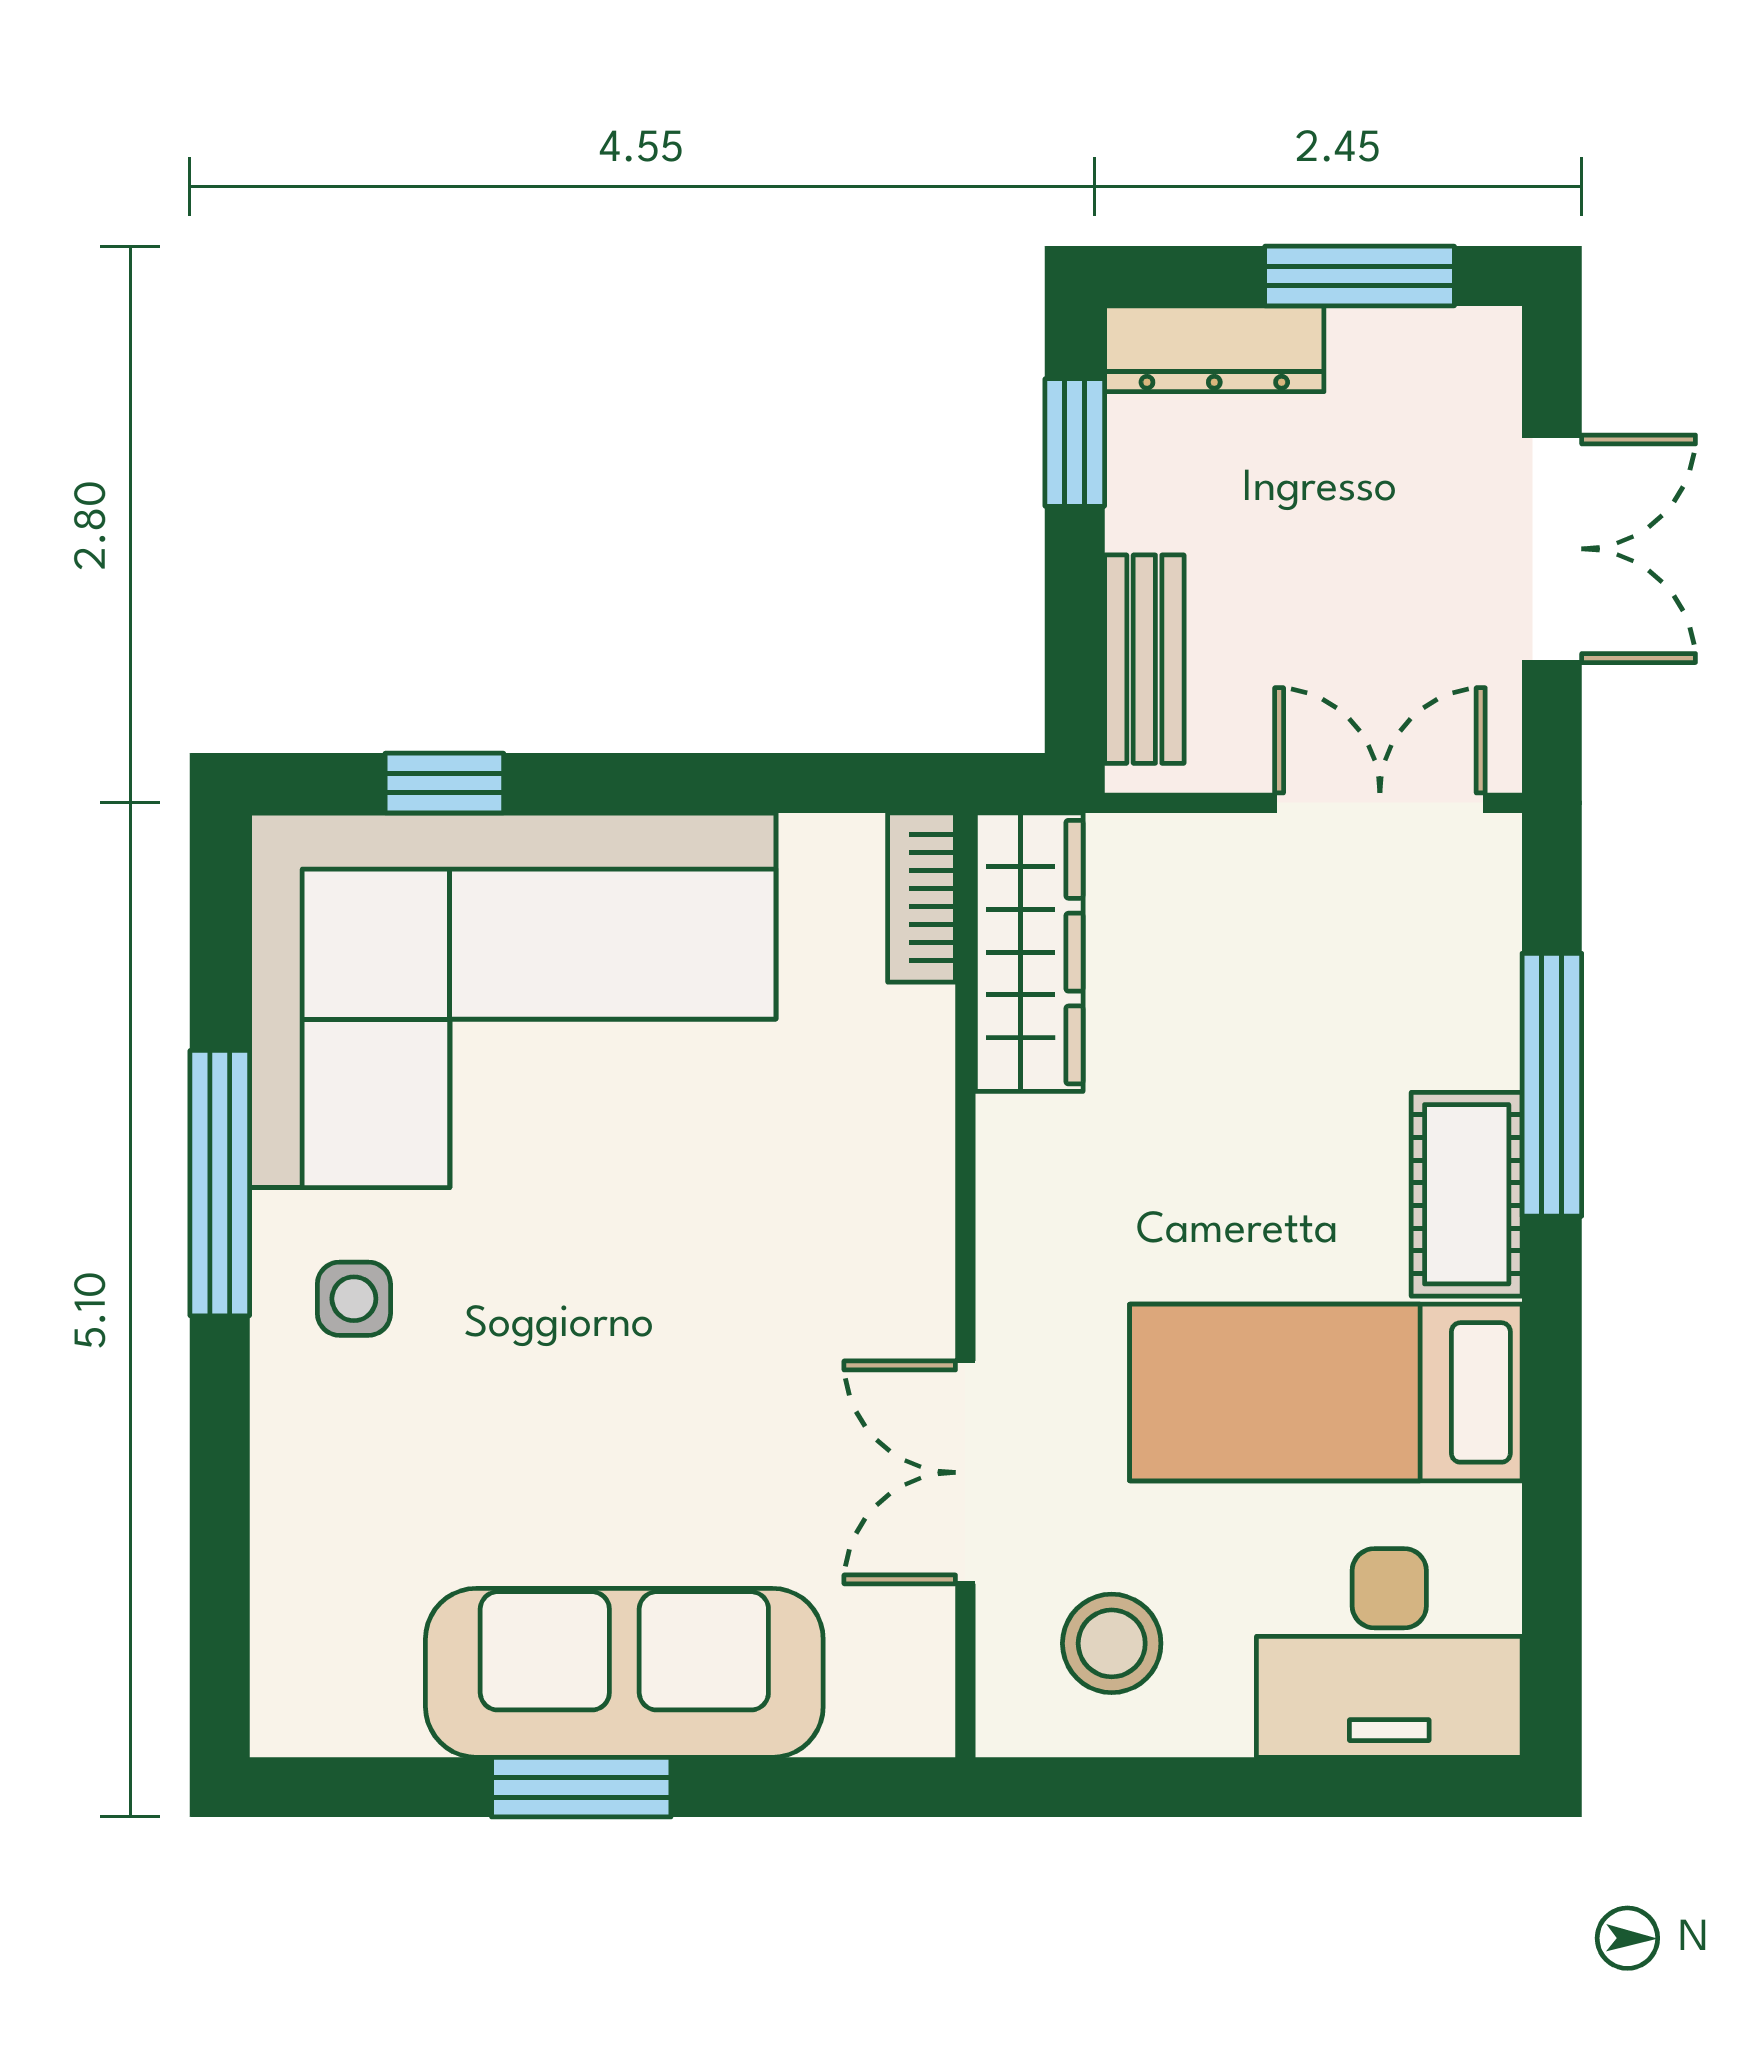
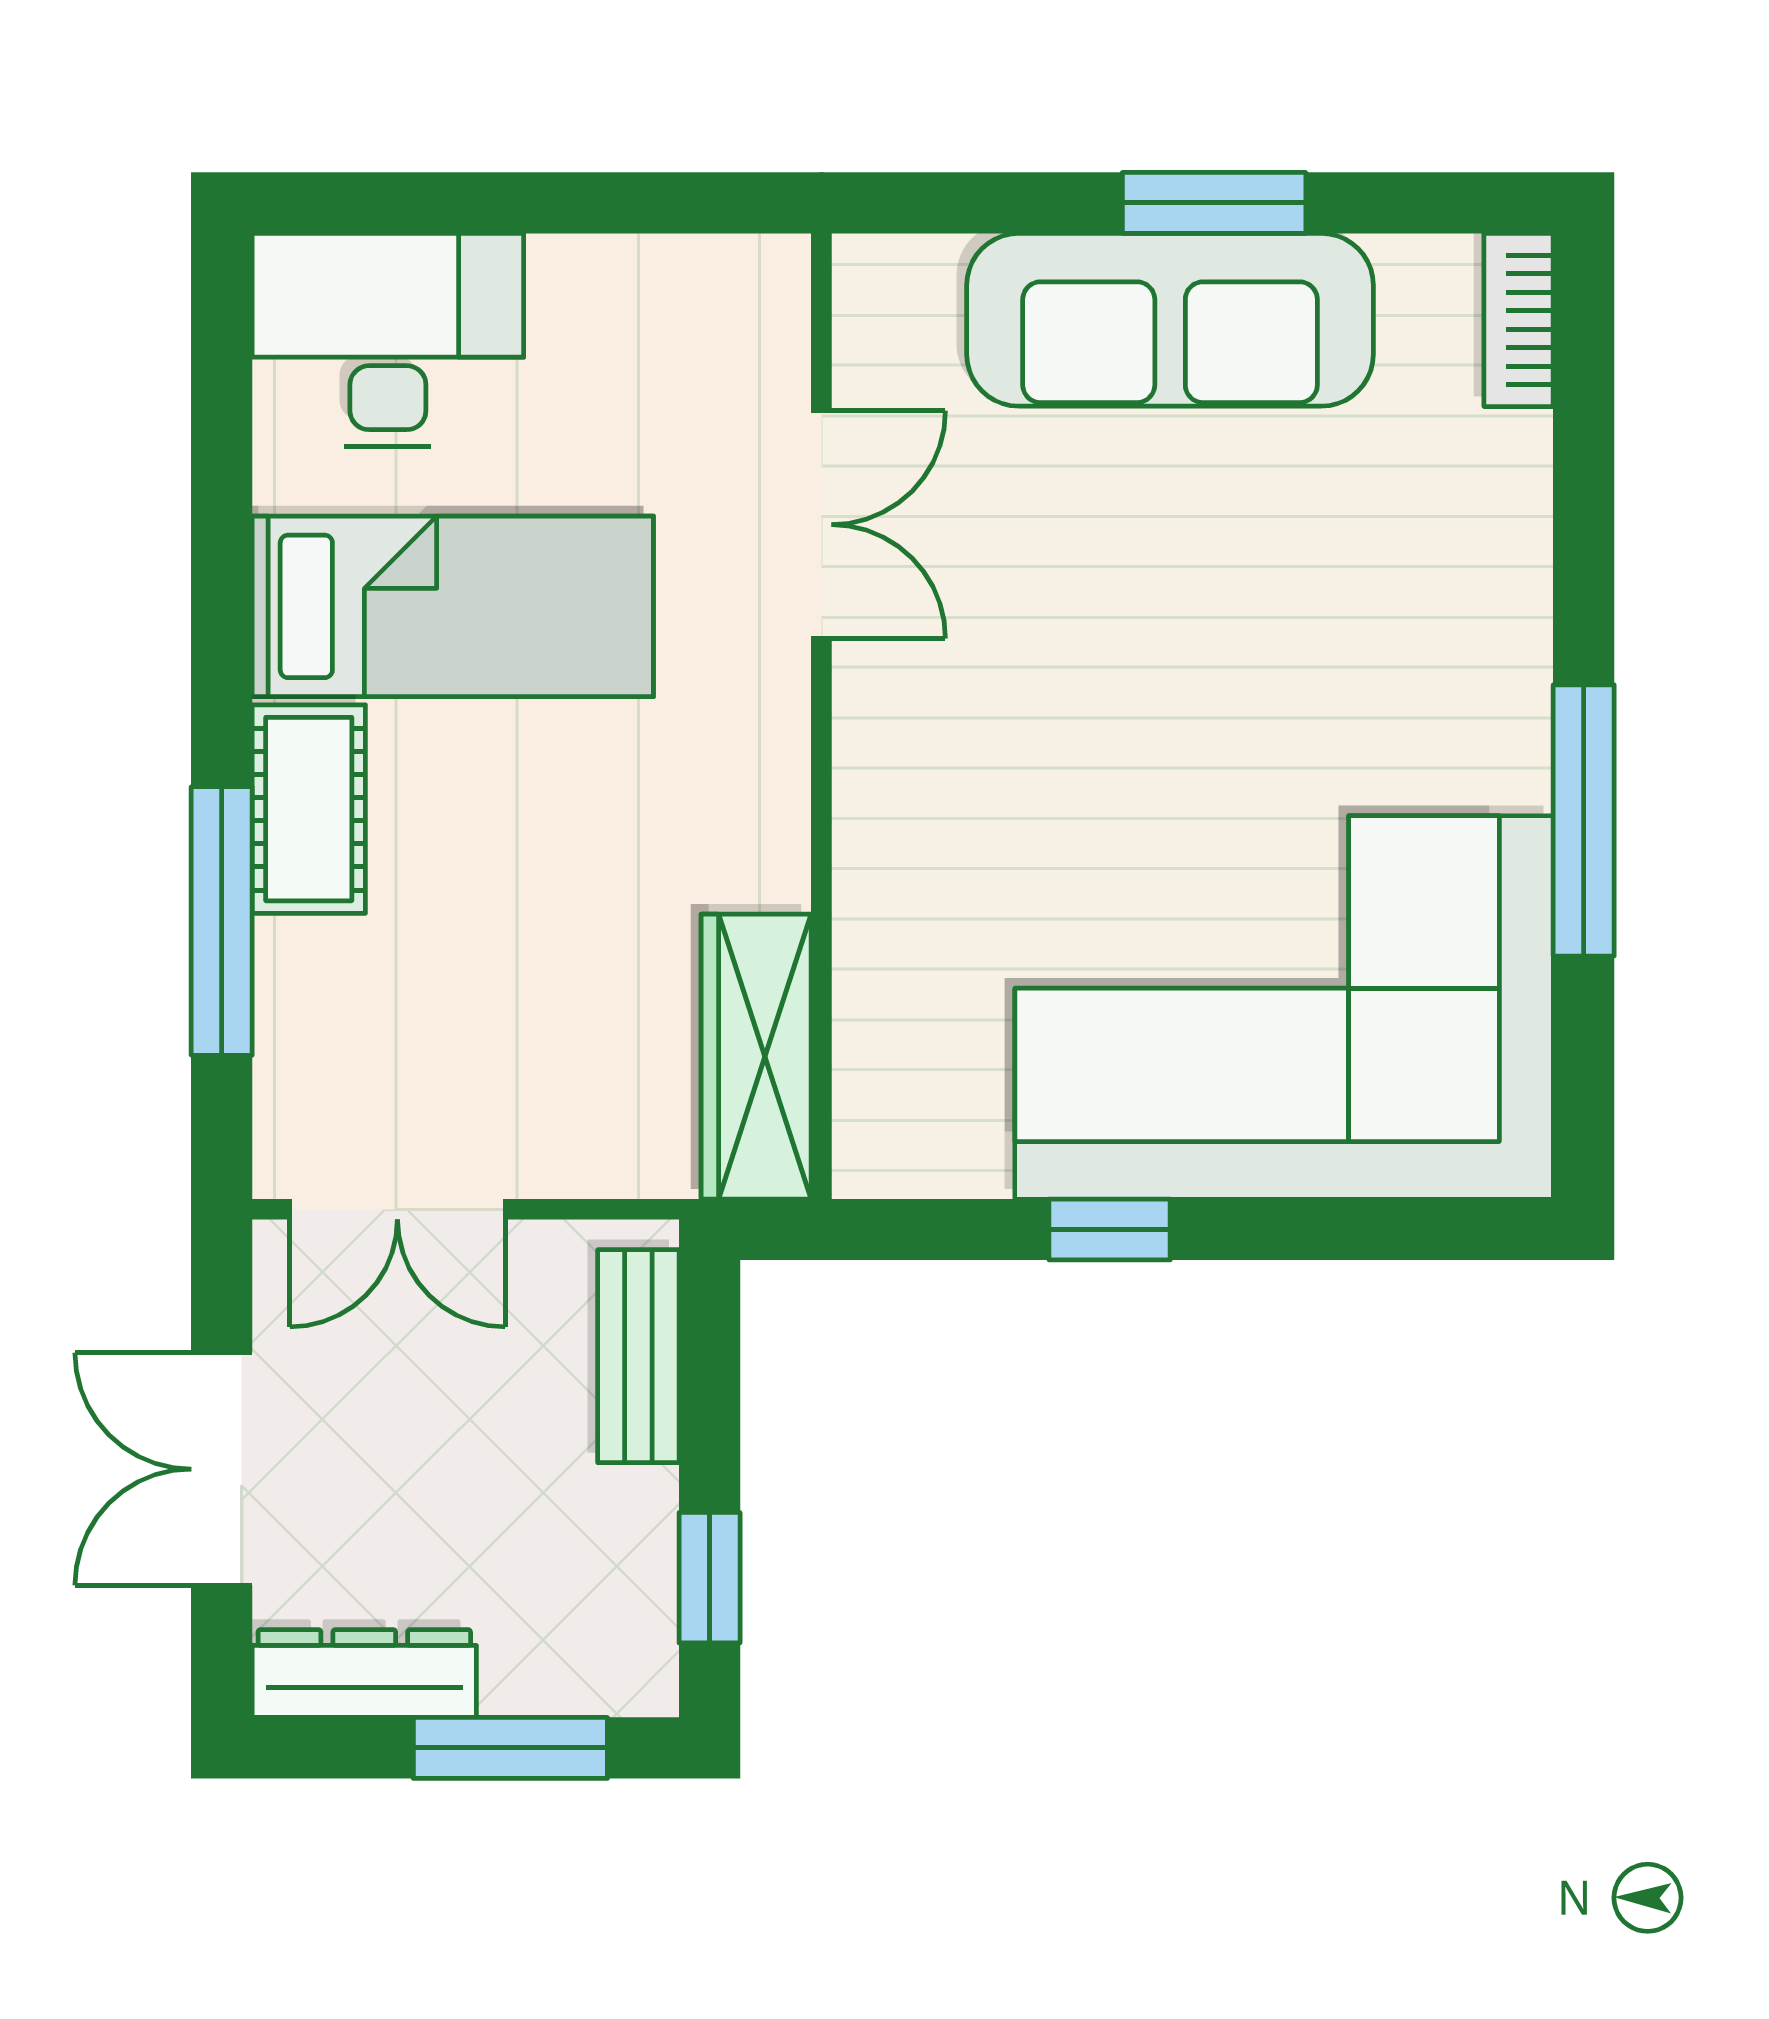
window: (1360, 276) -> (510, 1748), moved
dresser: (1214, 349) -> (364, 1673), moved
window: (444, 783) -> (1110, 1229), moved
bookcase: (922, 898) -> (1519, 320), moved, turned 180
side table: (354, 1299) -> (1446, 702), removed
stool: (1112, 1643) -> (672, 350), removed

